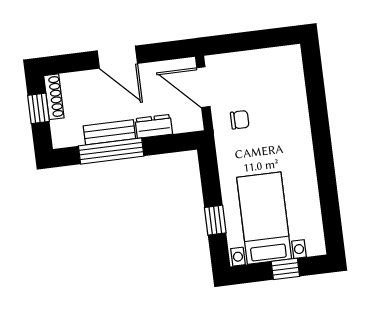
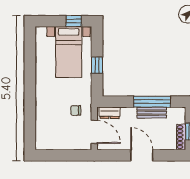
dresser: (154, 126) -> (110, 113), moved
window: (215, 220) -> (97, 65), moved
window: (285, 269) -> (74, 21), moved

